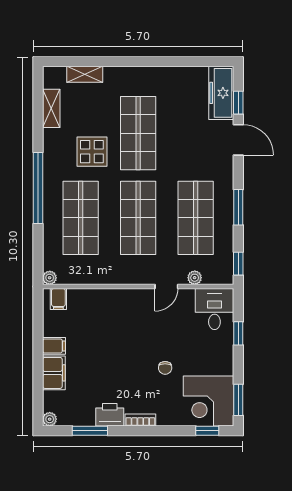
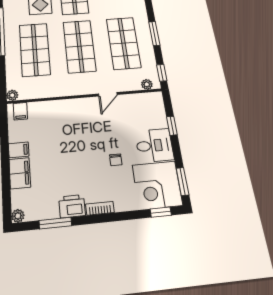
plant: (195, 278) -> (147, 84), moved
desk: (214, 309) -> (154, 145), moved, turned 90

